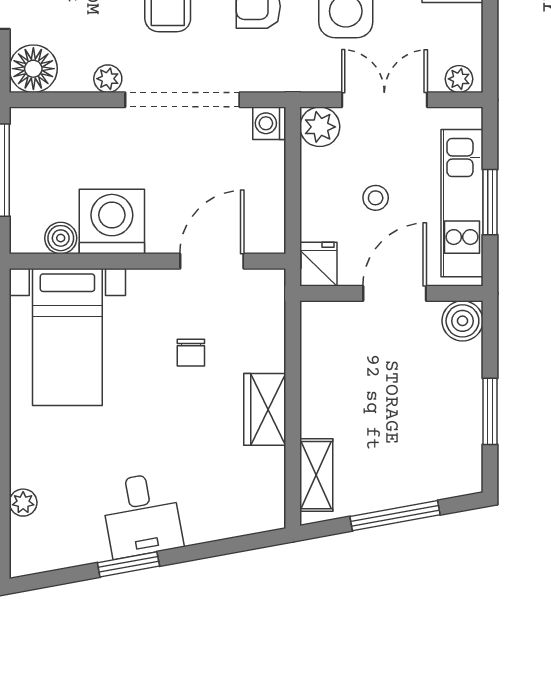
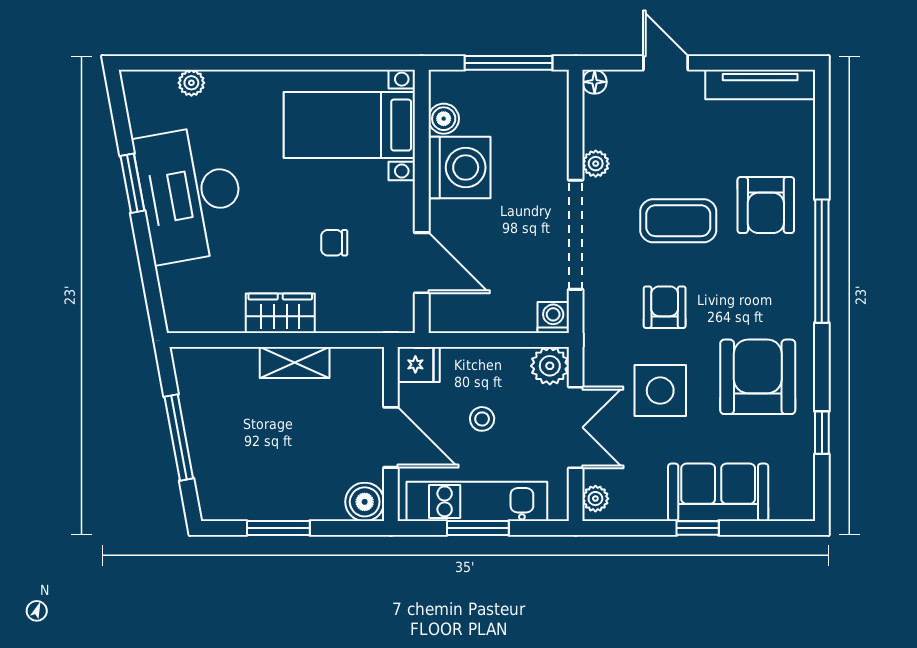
floor lamp: (33, 69) -> (595, 82), width x0.53, depth x0.53
shelving: (316, 475) -> (295, 362), moved
desk: (142, 515) -> (190, 194), width x1.87, depth x1.30

